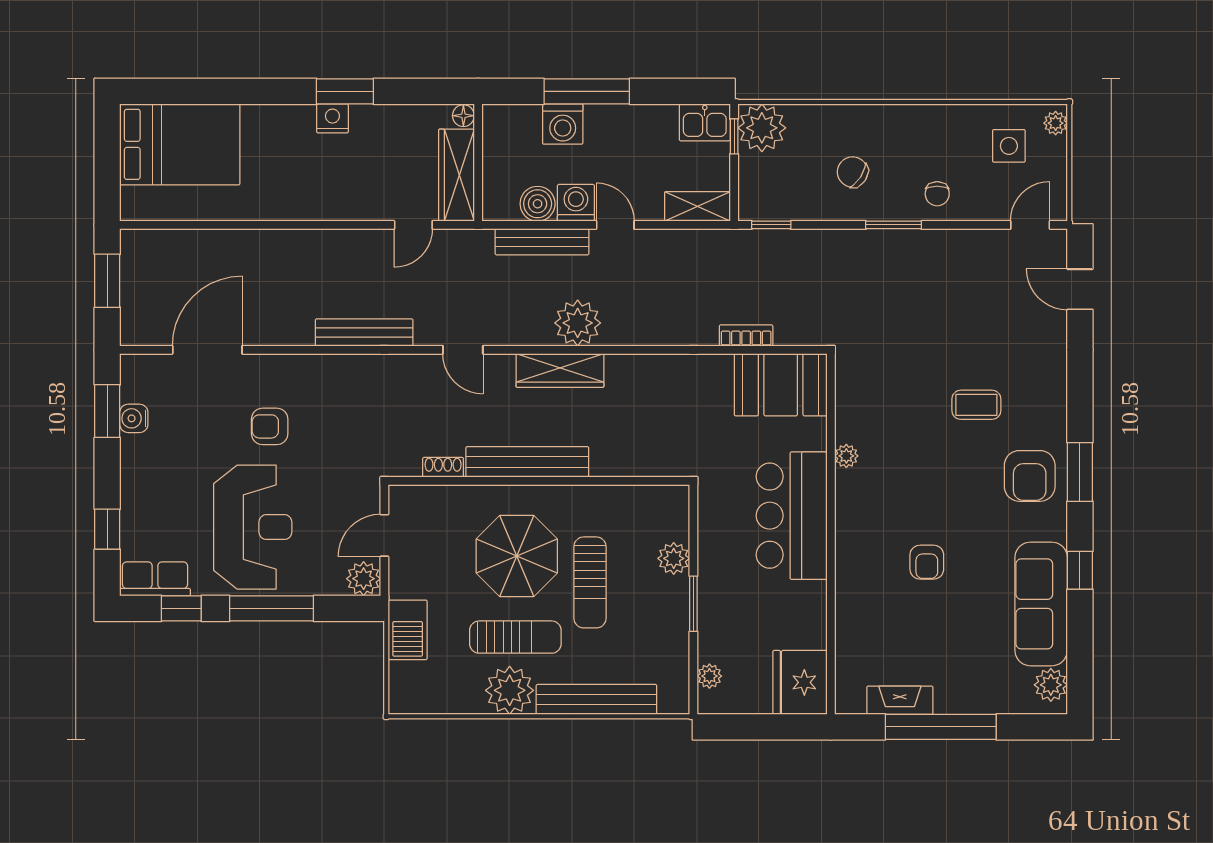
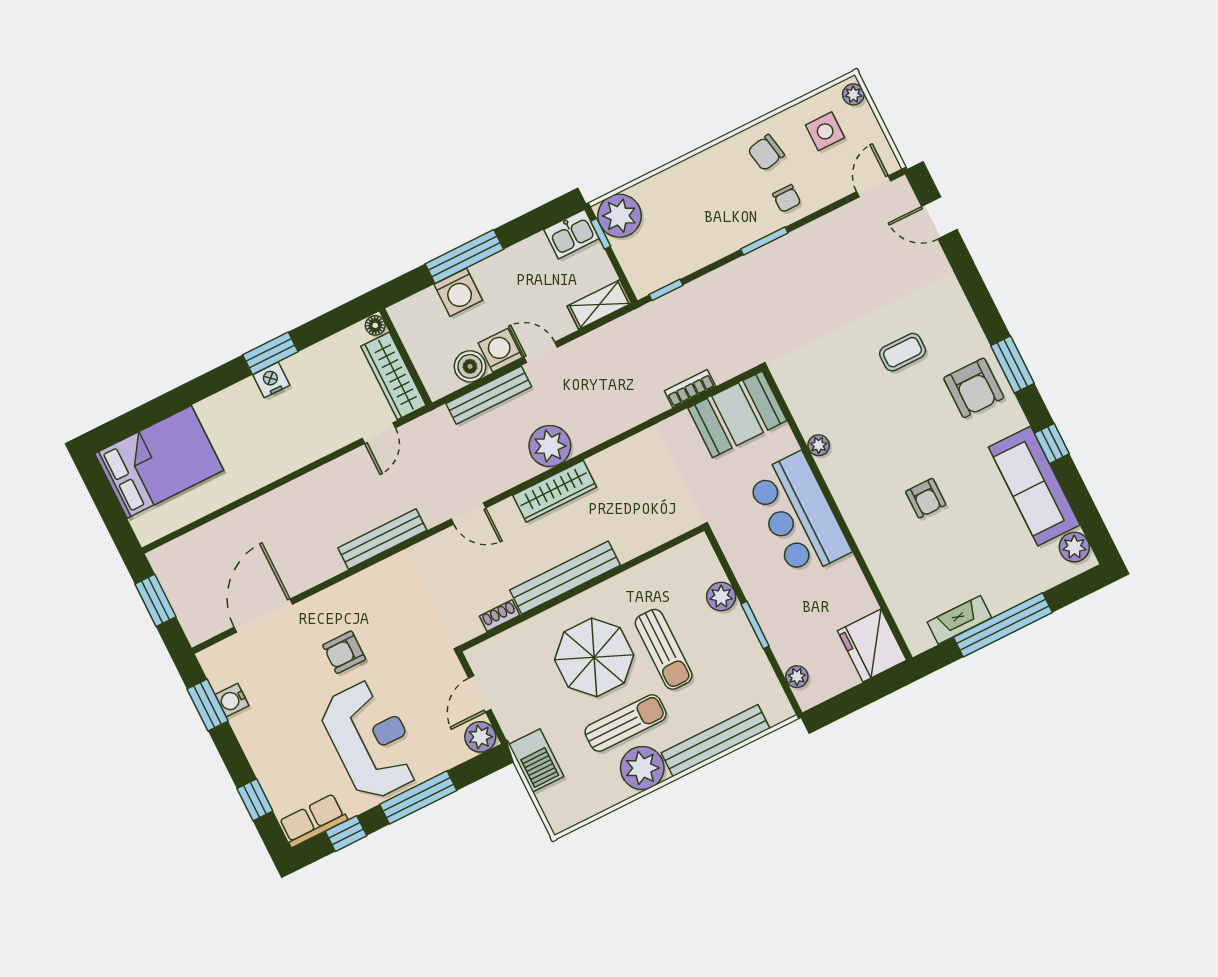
chair: (853, 172) -> (766, 153), moved, turned -44

